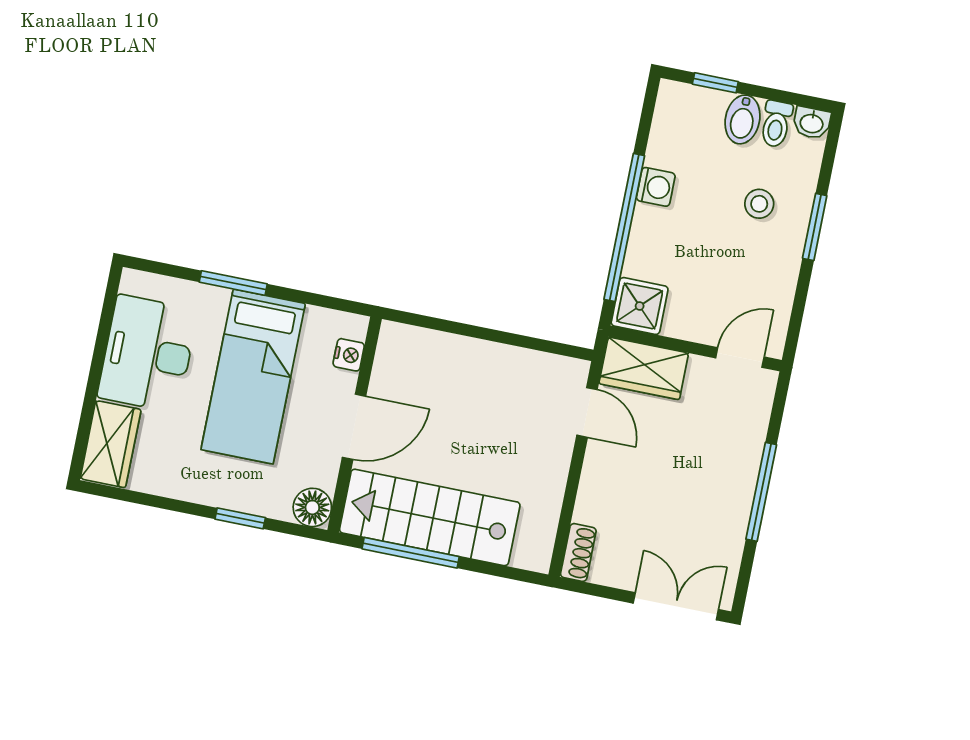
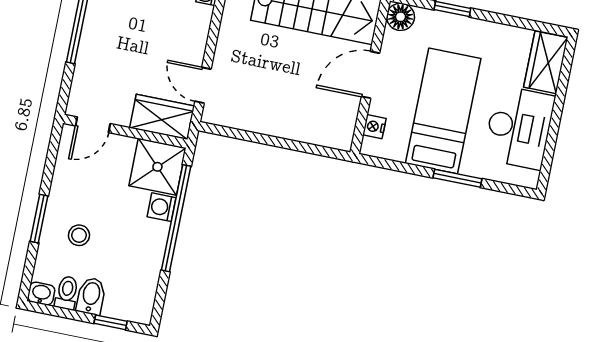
washing machine: (656, 187) -> (162, 207), moved
shower: (640, 306) -> (157, 167), width x1.36, depth x1.36

